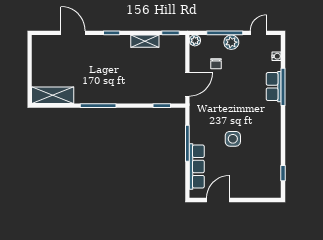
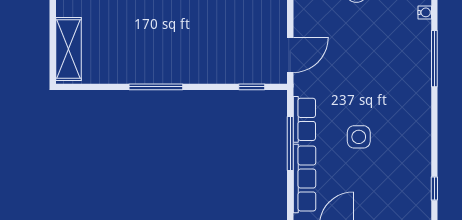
chair: (216, 64) -> (333, 24), removed
row of seats: (274, 87) -> (304, 119), moved, turned 180
shelving: (53, 95) -> (68, 49), moved, turned 90

